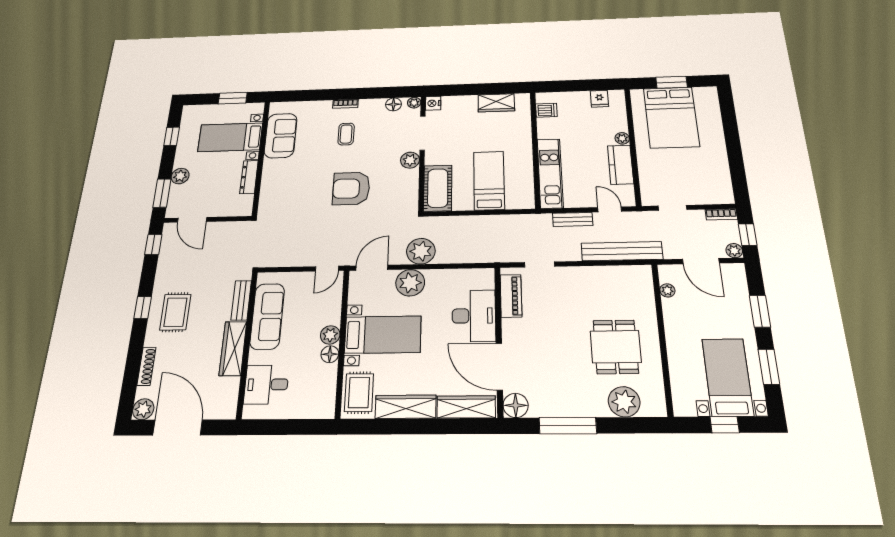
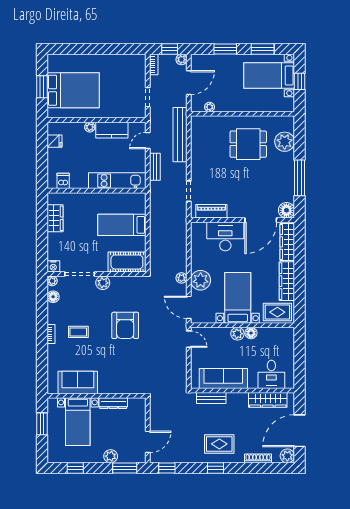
plant: (421, 251) -> (181, 278), width x0.53, depth x0.53
wardrobe: (233, 348) -> (268, 400), moved

